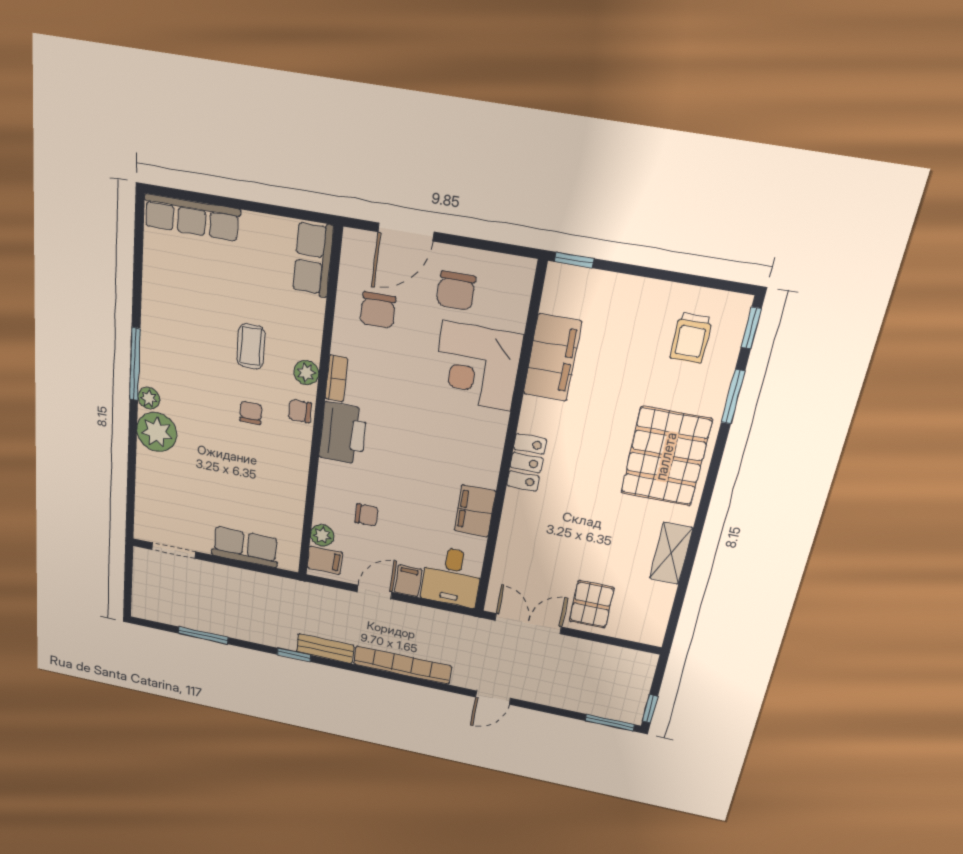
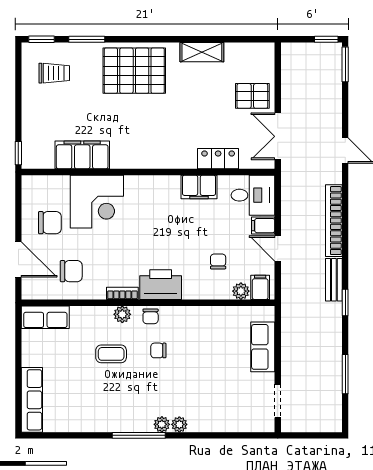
plant: (157, 432) -> (179, 424), width x0.53, depth x0.53
locker: (526, 463) -> (218, 159), moved

